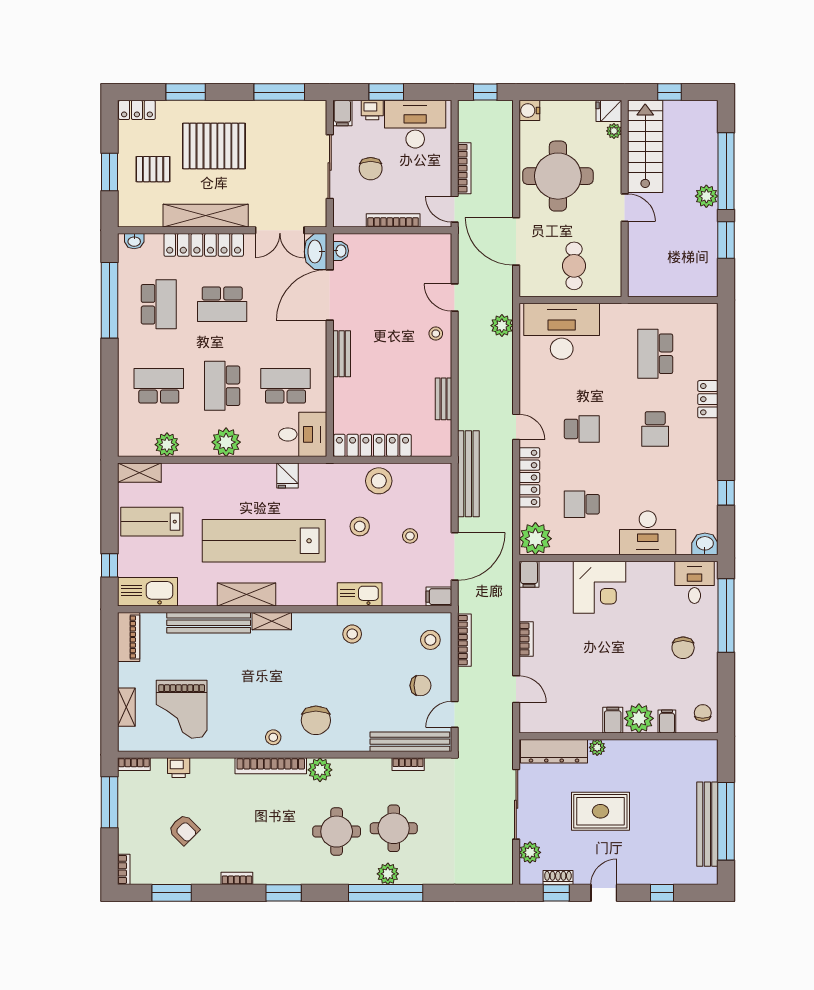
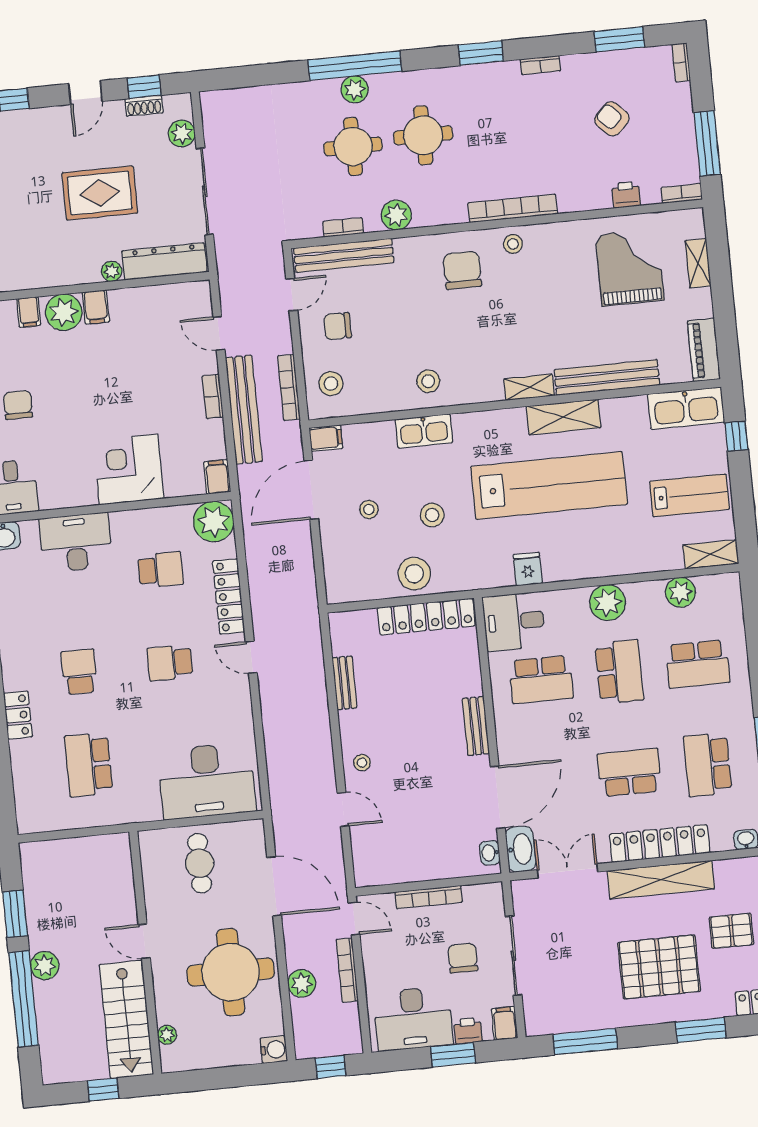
fridge: (609, 111) -> (176, 1059), removed
plant: (502, 326) -> (302, 983), moved
school desk: (655, 354) -> (89, 765), turned 180
bench: (468, 474) -> (244, 410), moved
plant: (320, 770) -> (396, 215), moved

